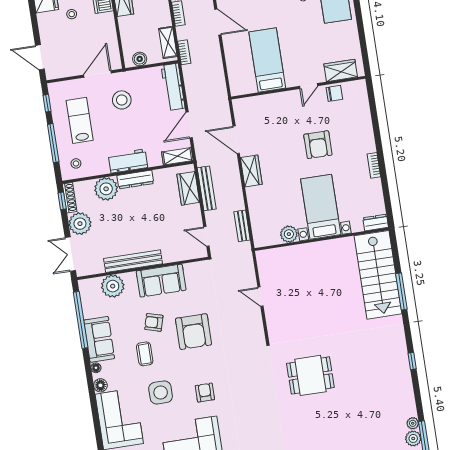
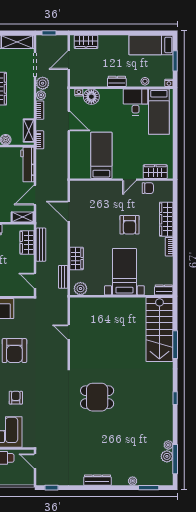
wardrobe: (365, 130) -> (166, 219), added
wardrobe: (251, 171) -> (76, 258), moved
plant: (289, 234) -> (80, 289), moved

